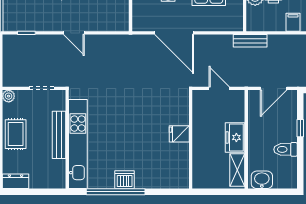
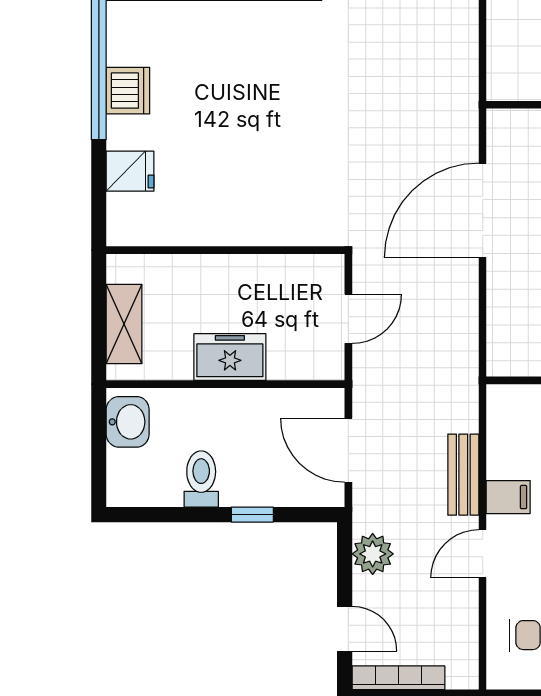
bench: (250, 41) -> (463, 475), moved
fridge: (179, 134) -> (130, 171), moved, turned 90
shelving: (237, 170) -> (124, 324), moved, turned 90

